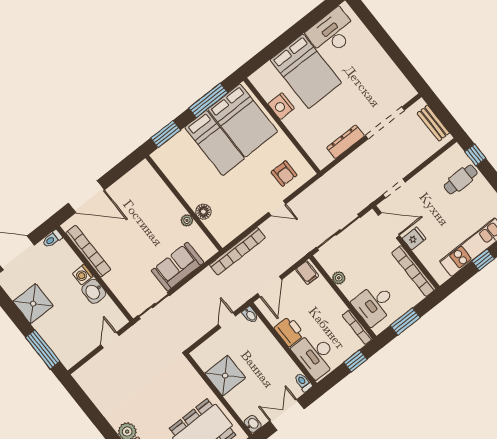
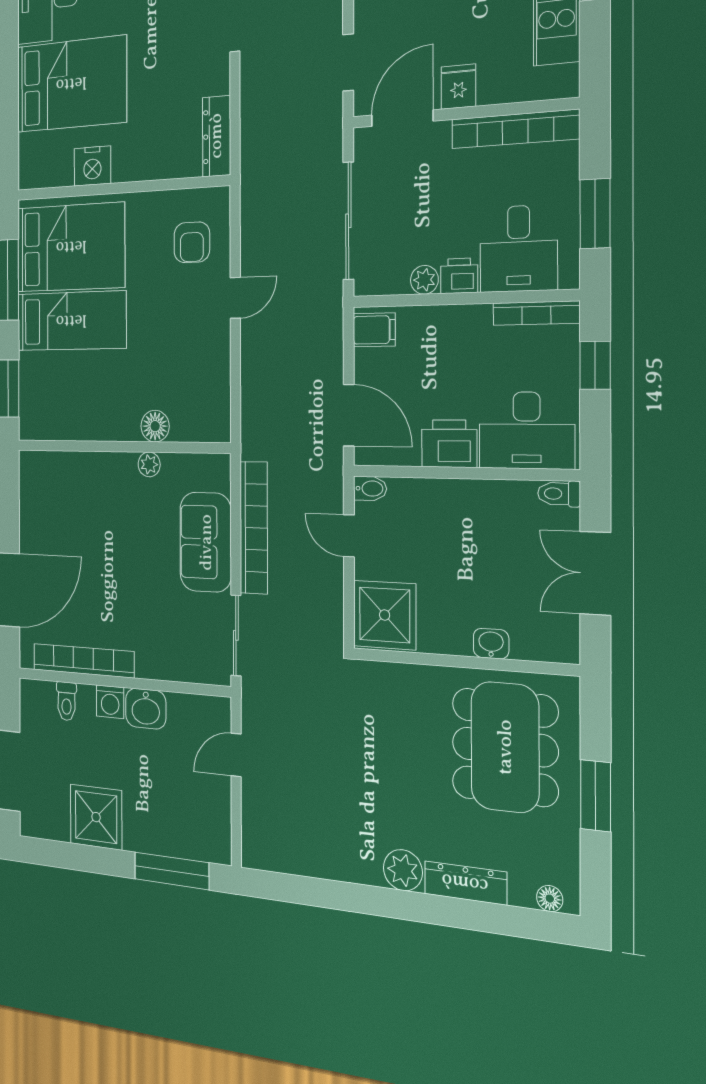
dresser: (346, 142) -> (216, 136), moved
armchair: (284, 174) -> (192, 242), turned 90
toilet: (52, 239) -> (67, 701), moved
bookcase: (237, 251) -> (254, 528), moved
printer: (350, 290) -> (459, 276), added
door: (110, 340) -> (236, 755), hinge flipped
shower: (225, 376) -> (385, 615), moved
washbasin: (253, 424) -> (491, 644), moved

